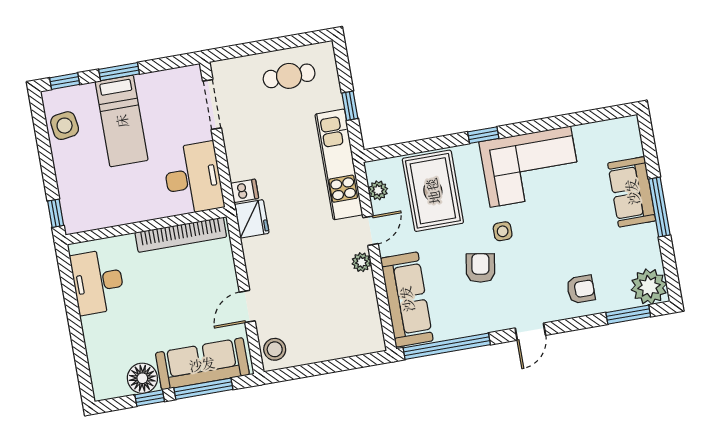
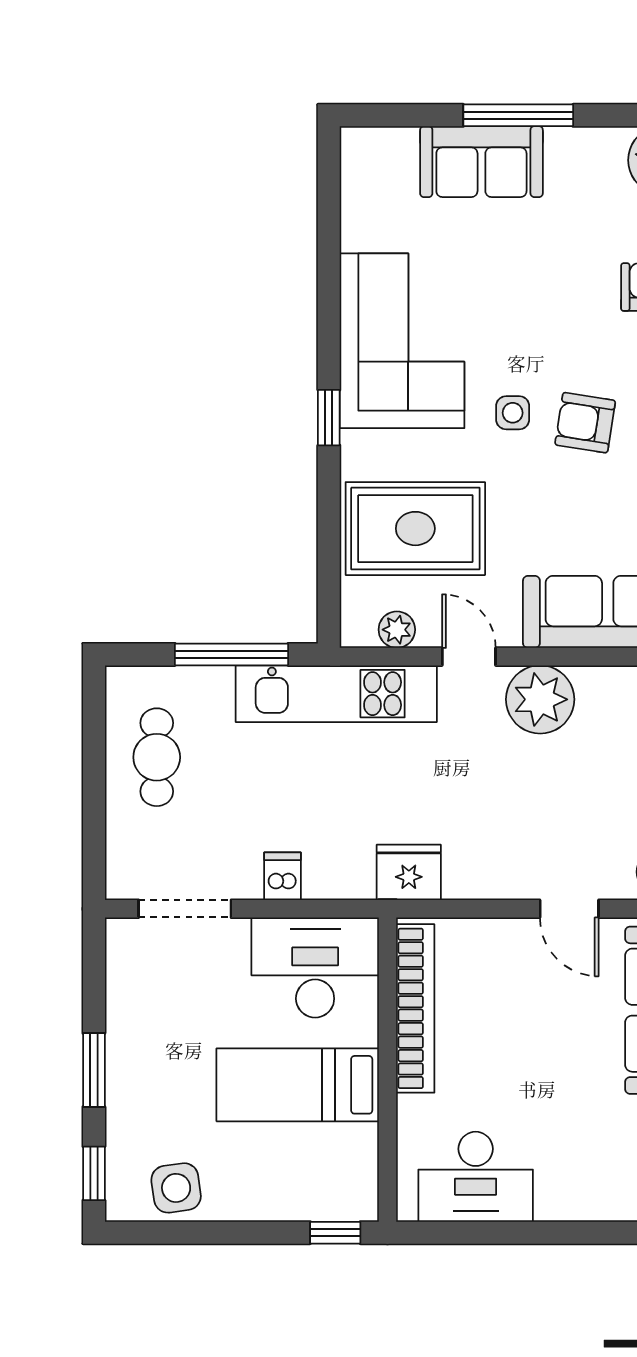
window: (350, 106) -> (232, 654), width x2.17
bed: (122, 121) -> (298, 1085), moved, turned 180
dishwasher: (245, 191) -> (283, 876), moved
plant: (361, 262) -> (540, 699), width x1.87, depth x1.87
armchair: (480, 268) -> (585, 423), moved

